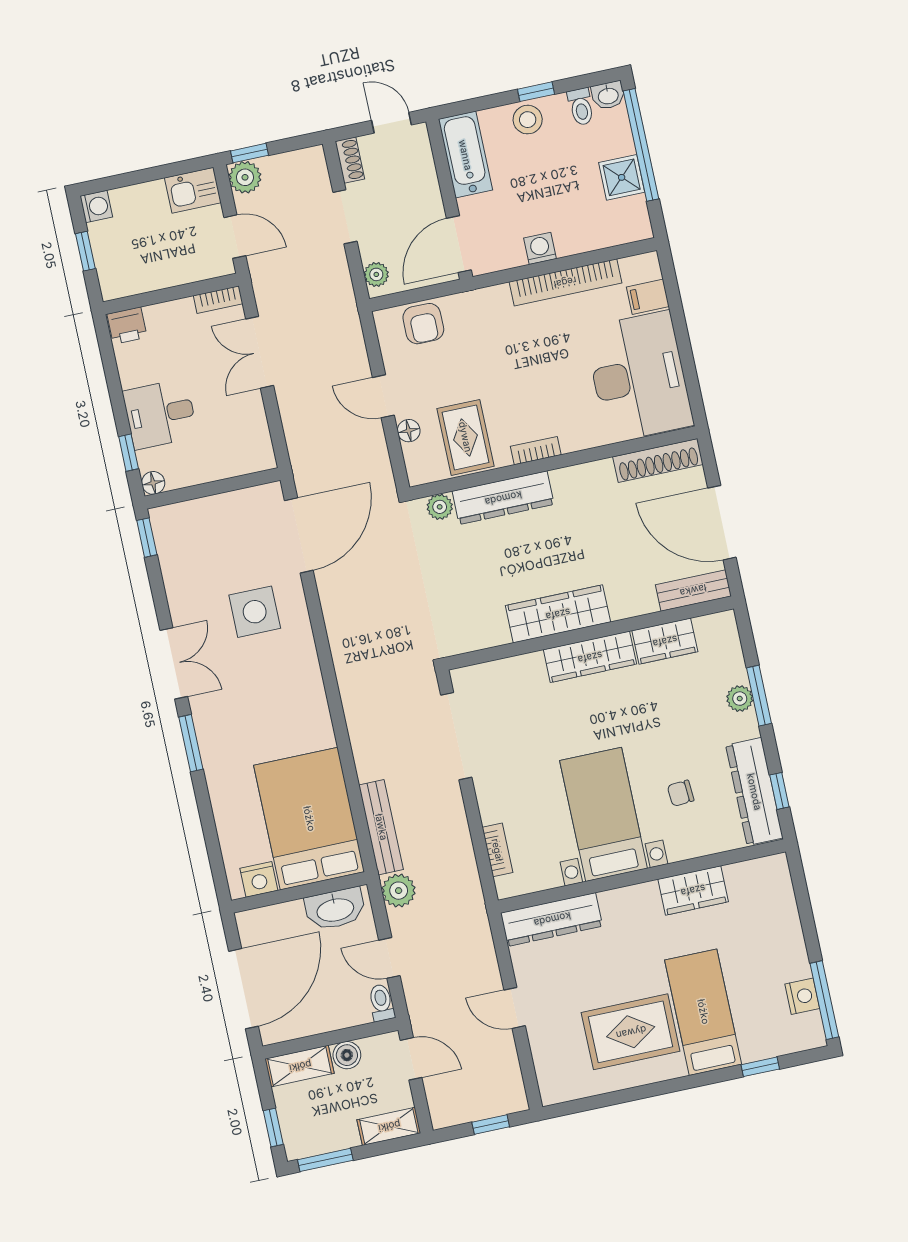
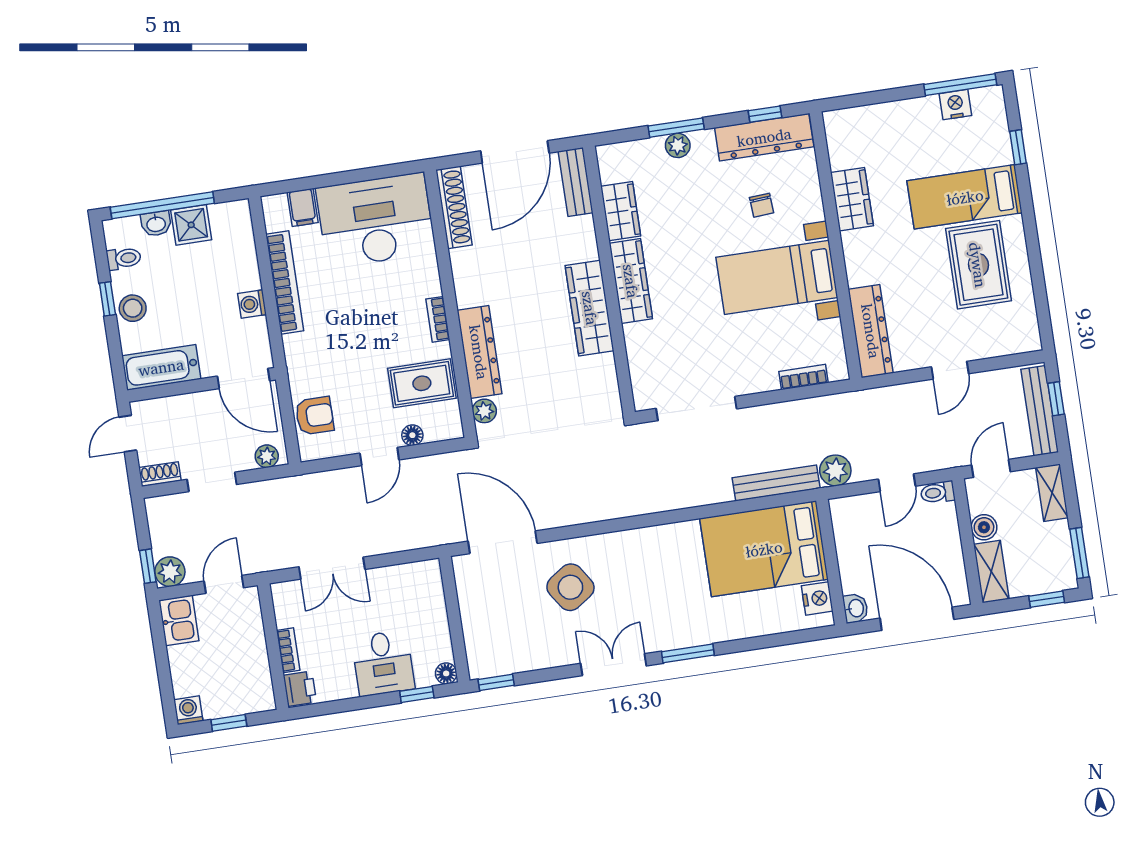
washbasin: (608, 95) -> (156, 224), moved, turned 90
bookcase: (218, 300) -> (288, 650), moved
side table: (255, 612) -> (570, 587), turned -34
washbasin: (335, 909) -> (856, 608), moved, width x0.52, depth x0.69
bench: (477, 1108) -> (1040, 411), added

